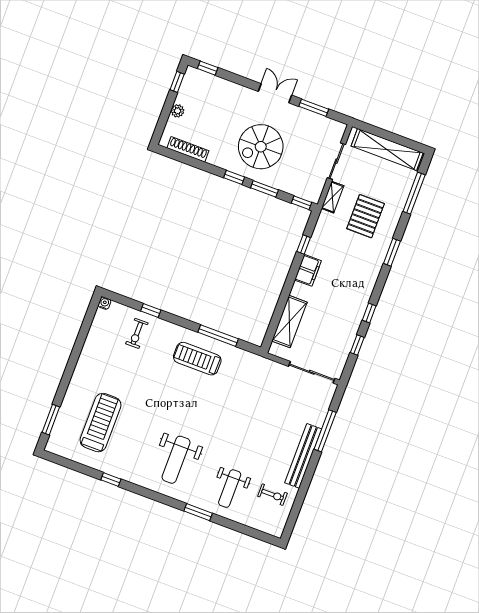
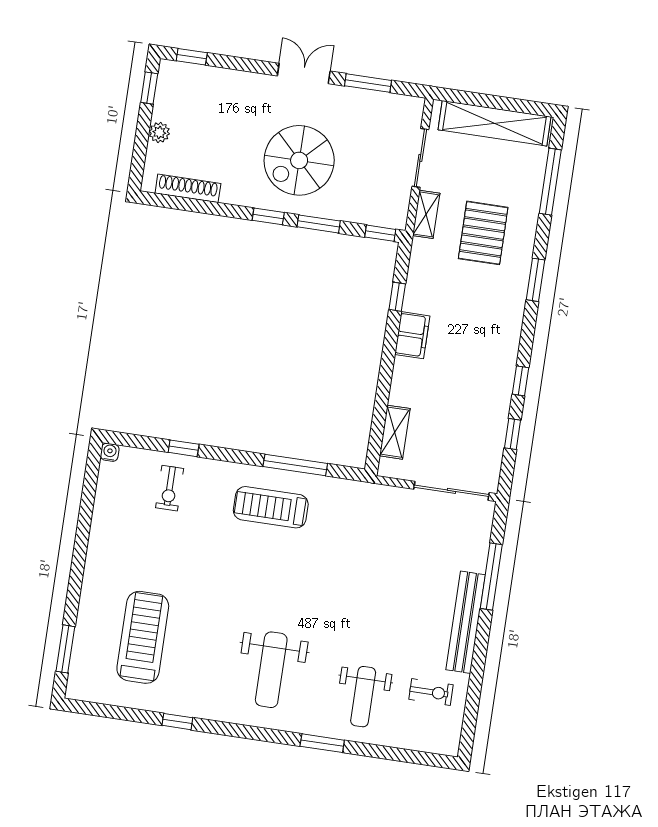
shelving: (289, 322) -> (395, 432), width x0.67, depth x0.75

